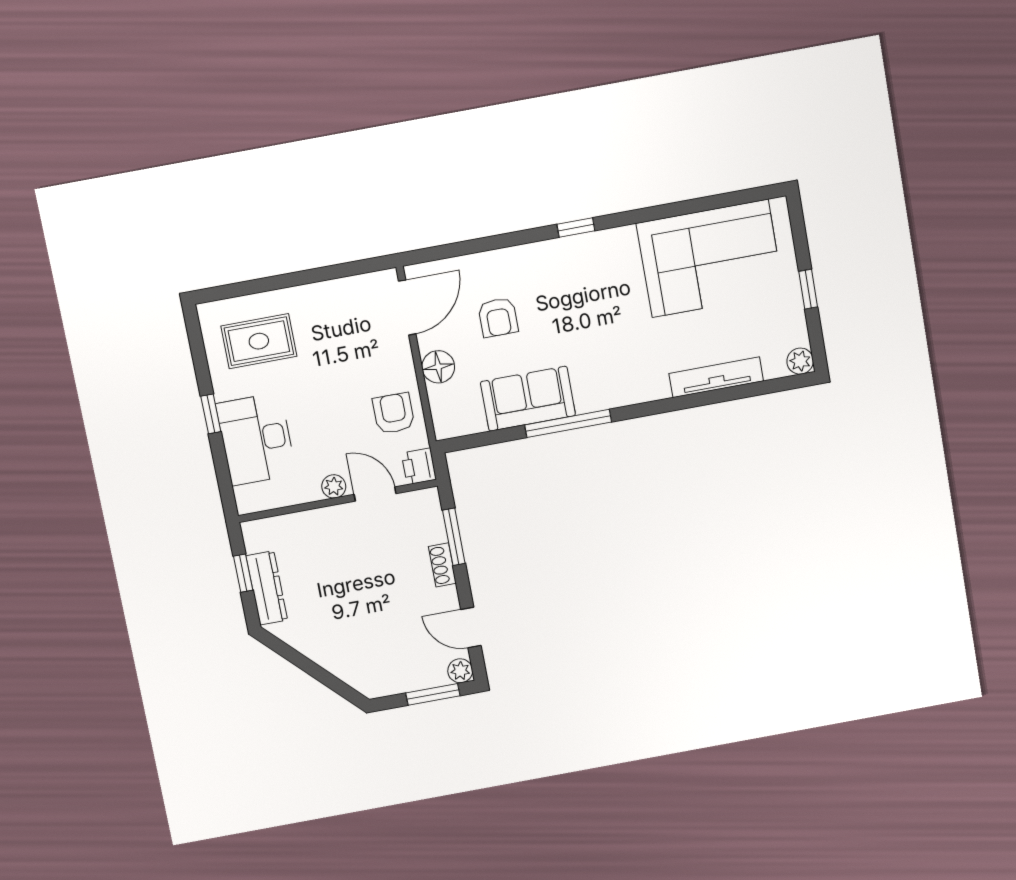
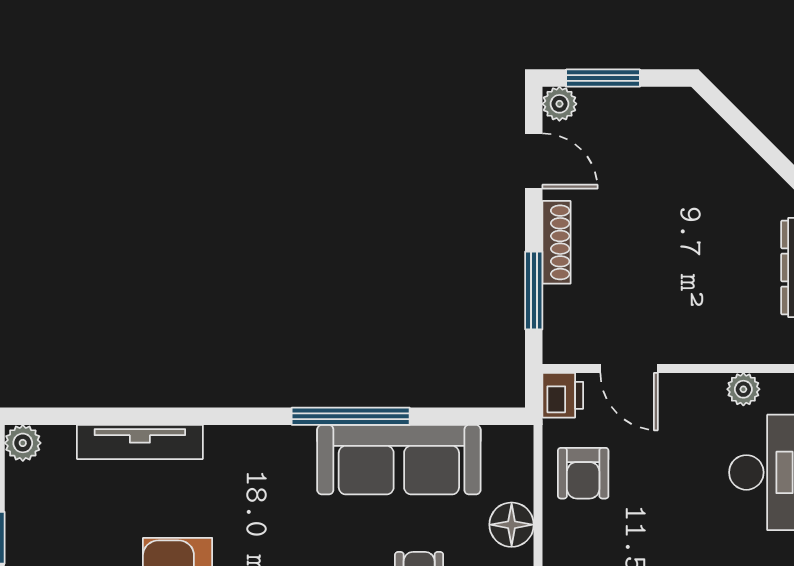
sofa: (528, 399) -> (399, 460), width x1.36
plant: (334, 486) -> (743, 389), moved
shoe rack: (442, 565) -> (556, 242), width x1.43

